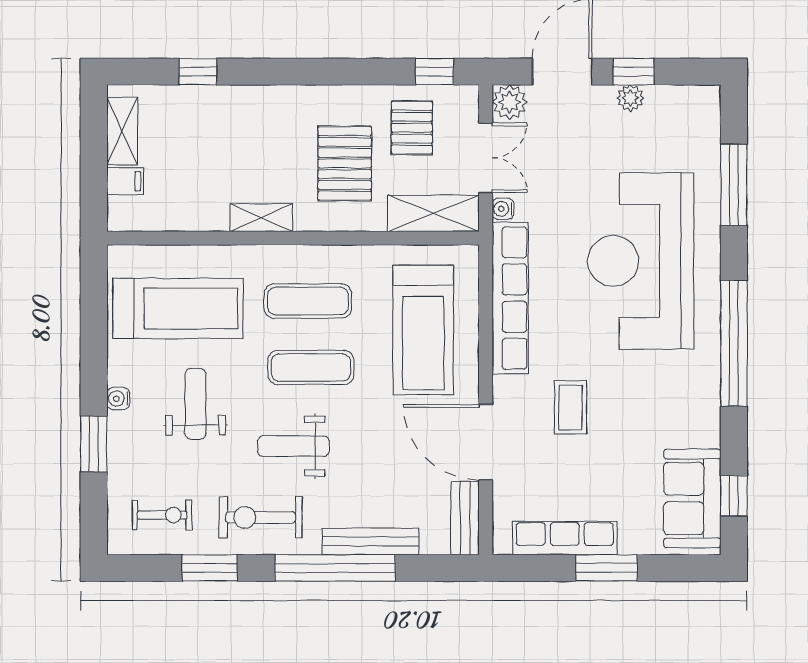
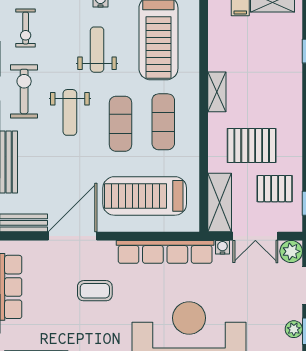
weight bench: (196, 404) -> (97, 50), turned -90
weight bench: (293, 446) -> (70, 112), turned 180

